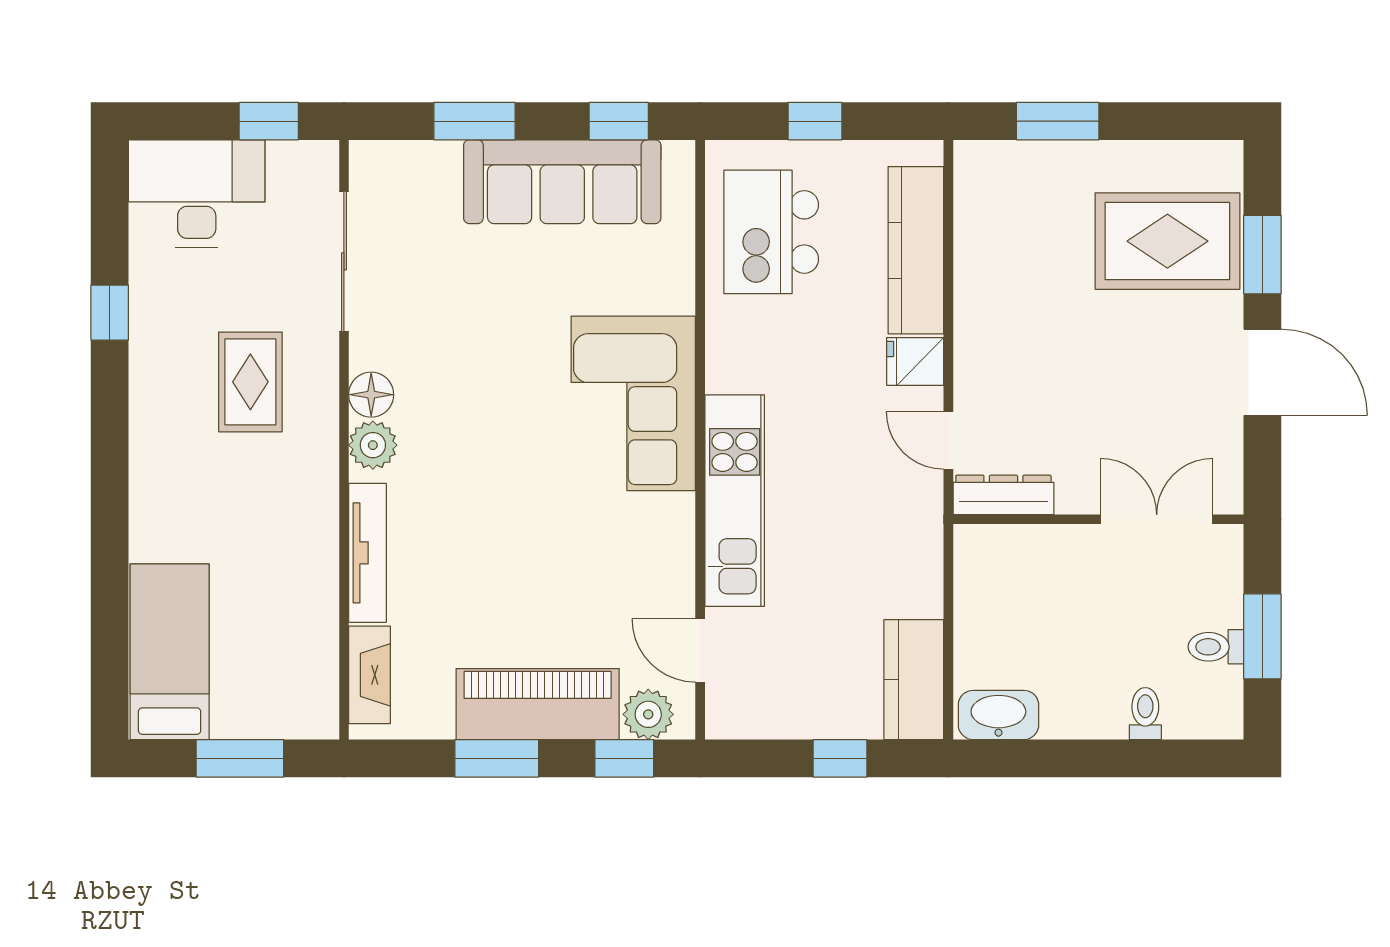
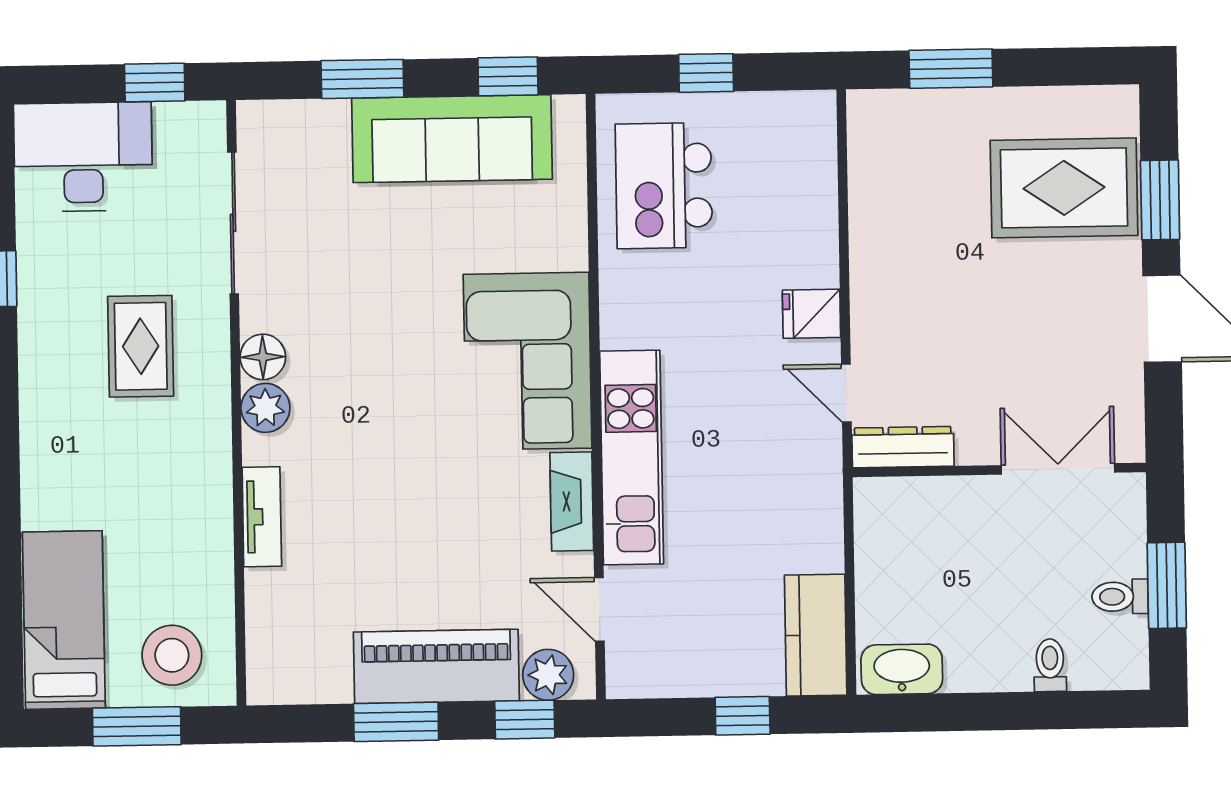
kitchen counter: (916, 250) -> (810, 202), removed
tv unit: (367, 553) -> (262, 517), width x0.71
fireplace: (369, 675) -> (572, 501), moved, turned 180
stool: (276, 688) -> (172, 655), added

